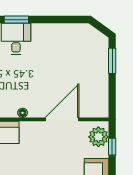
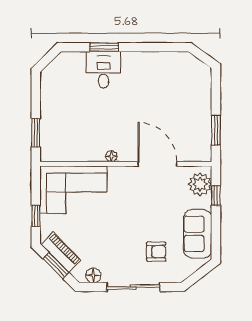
window: (112, 61) -> (216, 130), moved
door: (62, 119) -> (157, 164), hinge flipped

